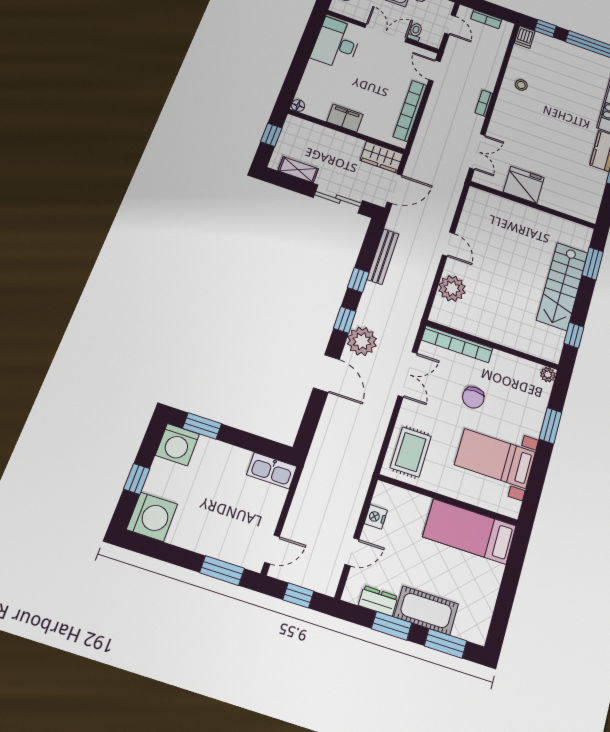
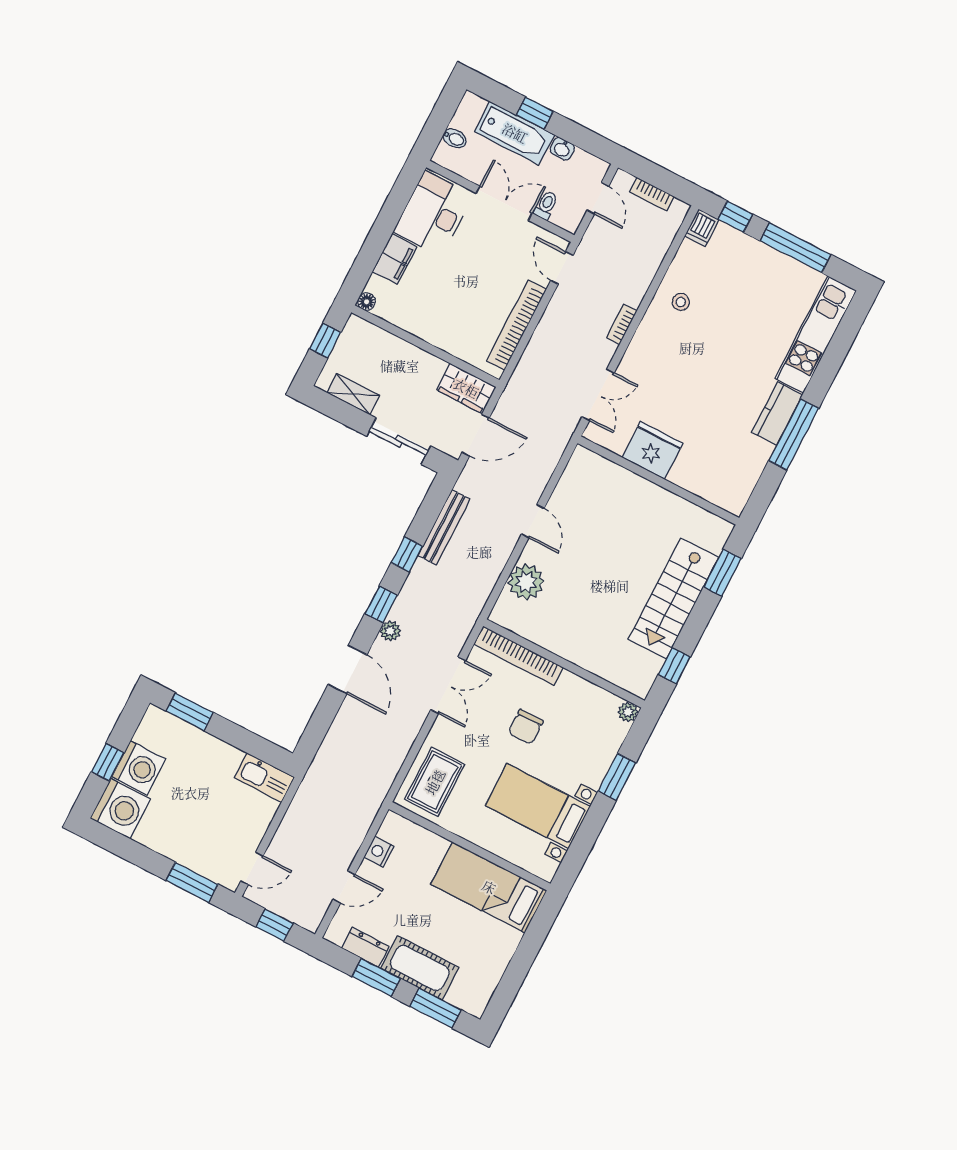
filing cabinet: (345, 118) -> (395, 259), moved, turned 90
plant: (362, 341) -> (390, 631), width x0.53, depth x0.53
washing machine: (177, 445) -> (139, 768), moved, turned -90

